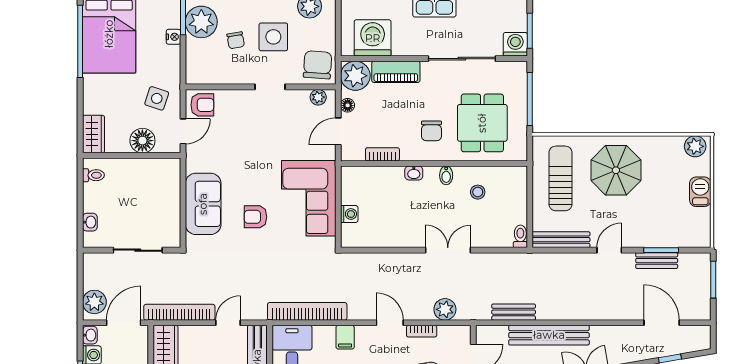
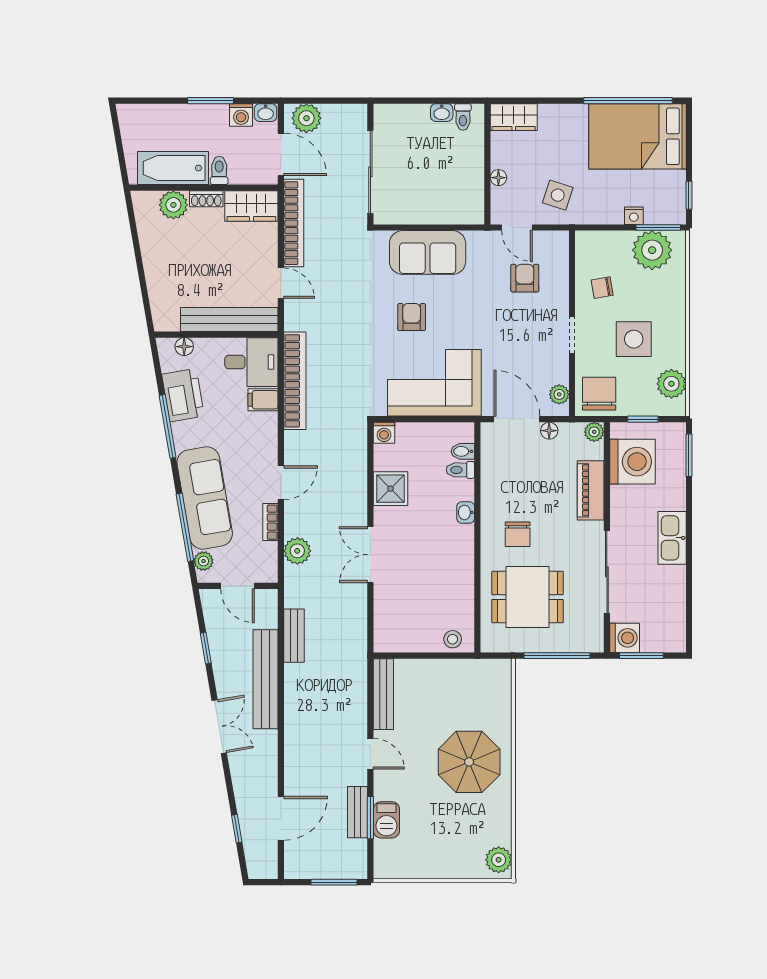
window: (338, 29) -> (643, 419), added
chair: (236, 40) -> (602, 288), moved
chair: (318, 65) -> (599, 394), turned -94
plant: (355, 76) -> (594, 432), width x0.53, depth x0.53
armchair: (202, 105) -> (525, 278), moved, turned 180
door: (338, 131) -> (517, 419), width x1.38
chair: (431, 131) -> (518, 534), turned -90
floor lamp: (142, 141) -> (498, 178), width x0.53, depth x0.53
bookcase: (382, 154) -> (489, 474), removed
bidet: (446, 175) -> (463, 451), moved
sun lounger: (561, 178) -> (459, 694), removed
stool: (478, 192) -> (453, 639), moved
barbecue: (700, 192) -> (386, 820), moved, turned 90
washing machine: (349, 214) -> (384, 433), moved
washbasin: (90, 222) -> (442, 113), moved
shower: (394, 234) -> (390, 489), added
toilet: (520, 236) -> (460, 470), moved, turned 180
sliding door: (138, 250) -> (370, 172), width x1.37
double door: (448, 250) -> (370, 555), swing flipped
filing cabinet: (345, 337) -> (263, 400), moved

